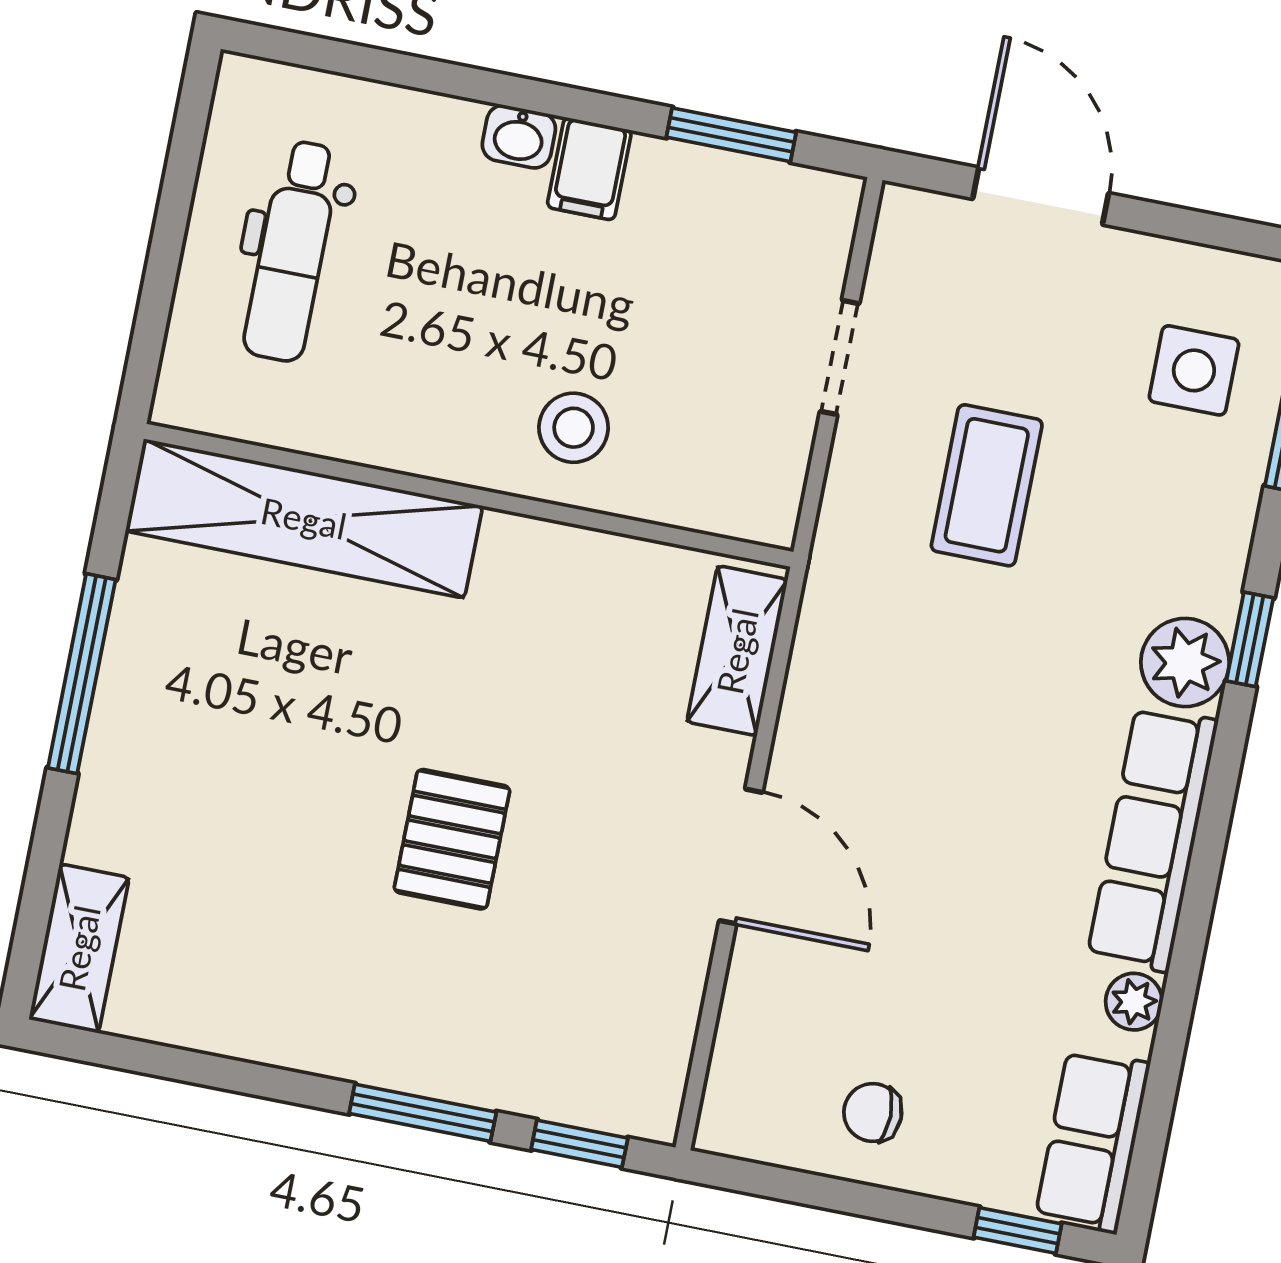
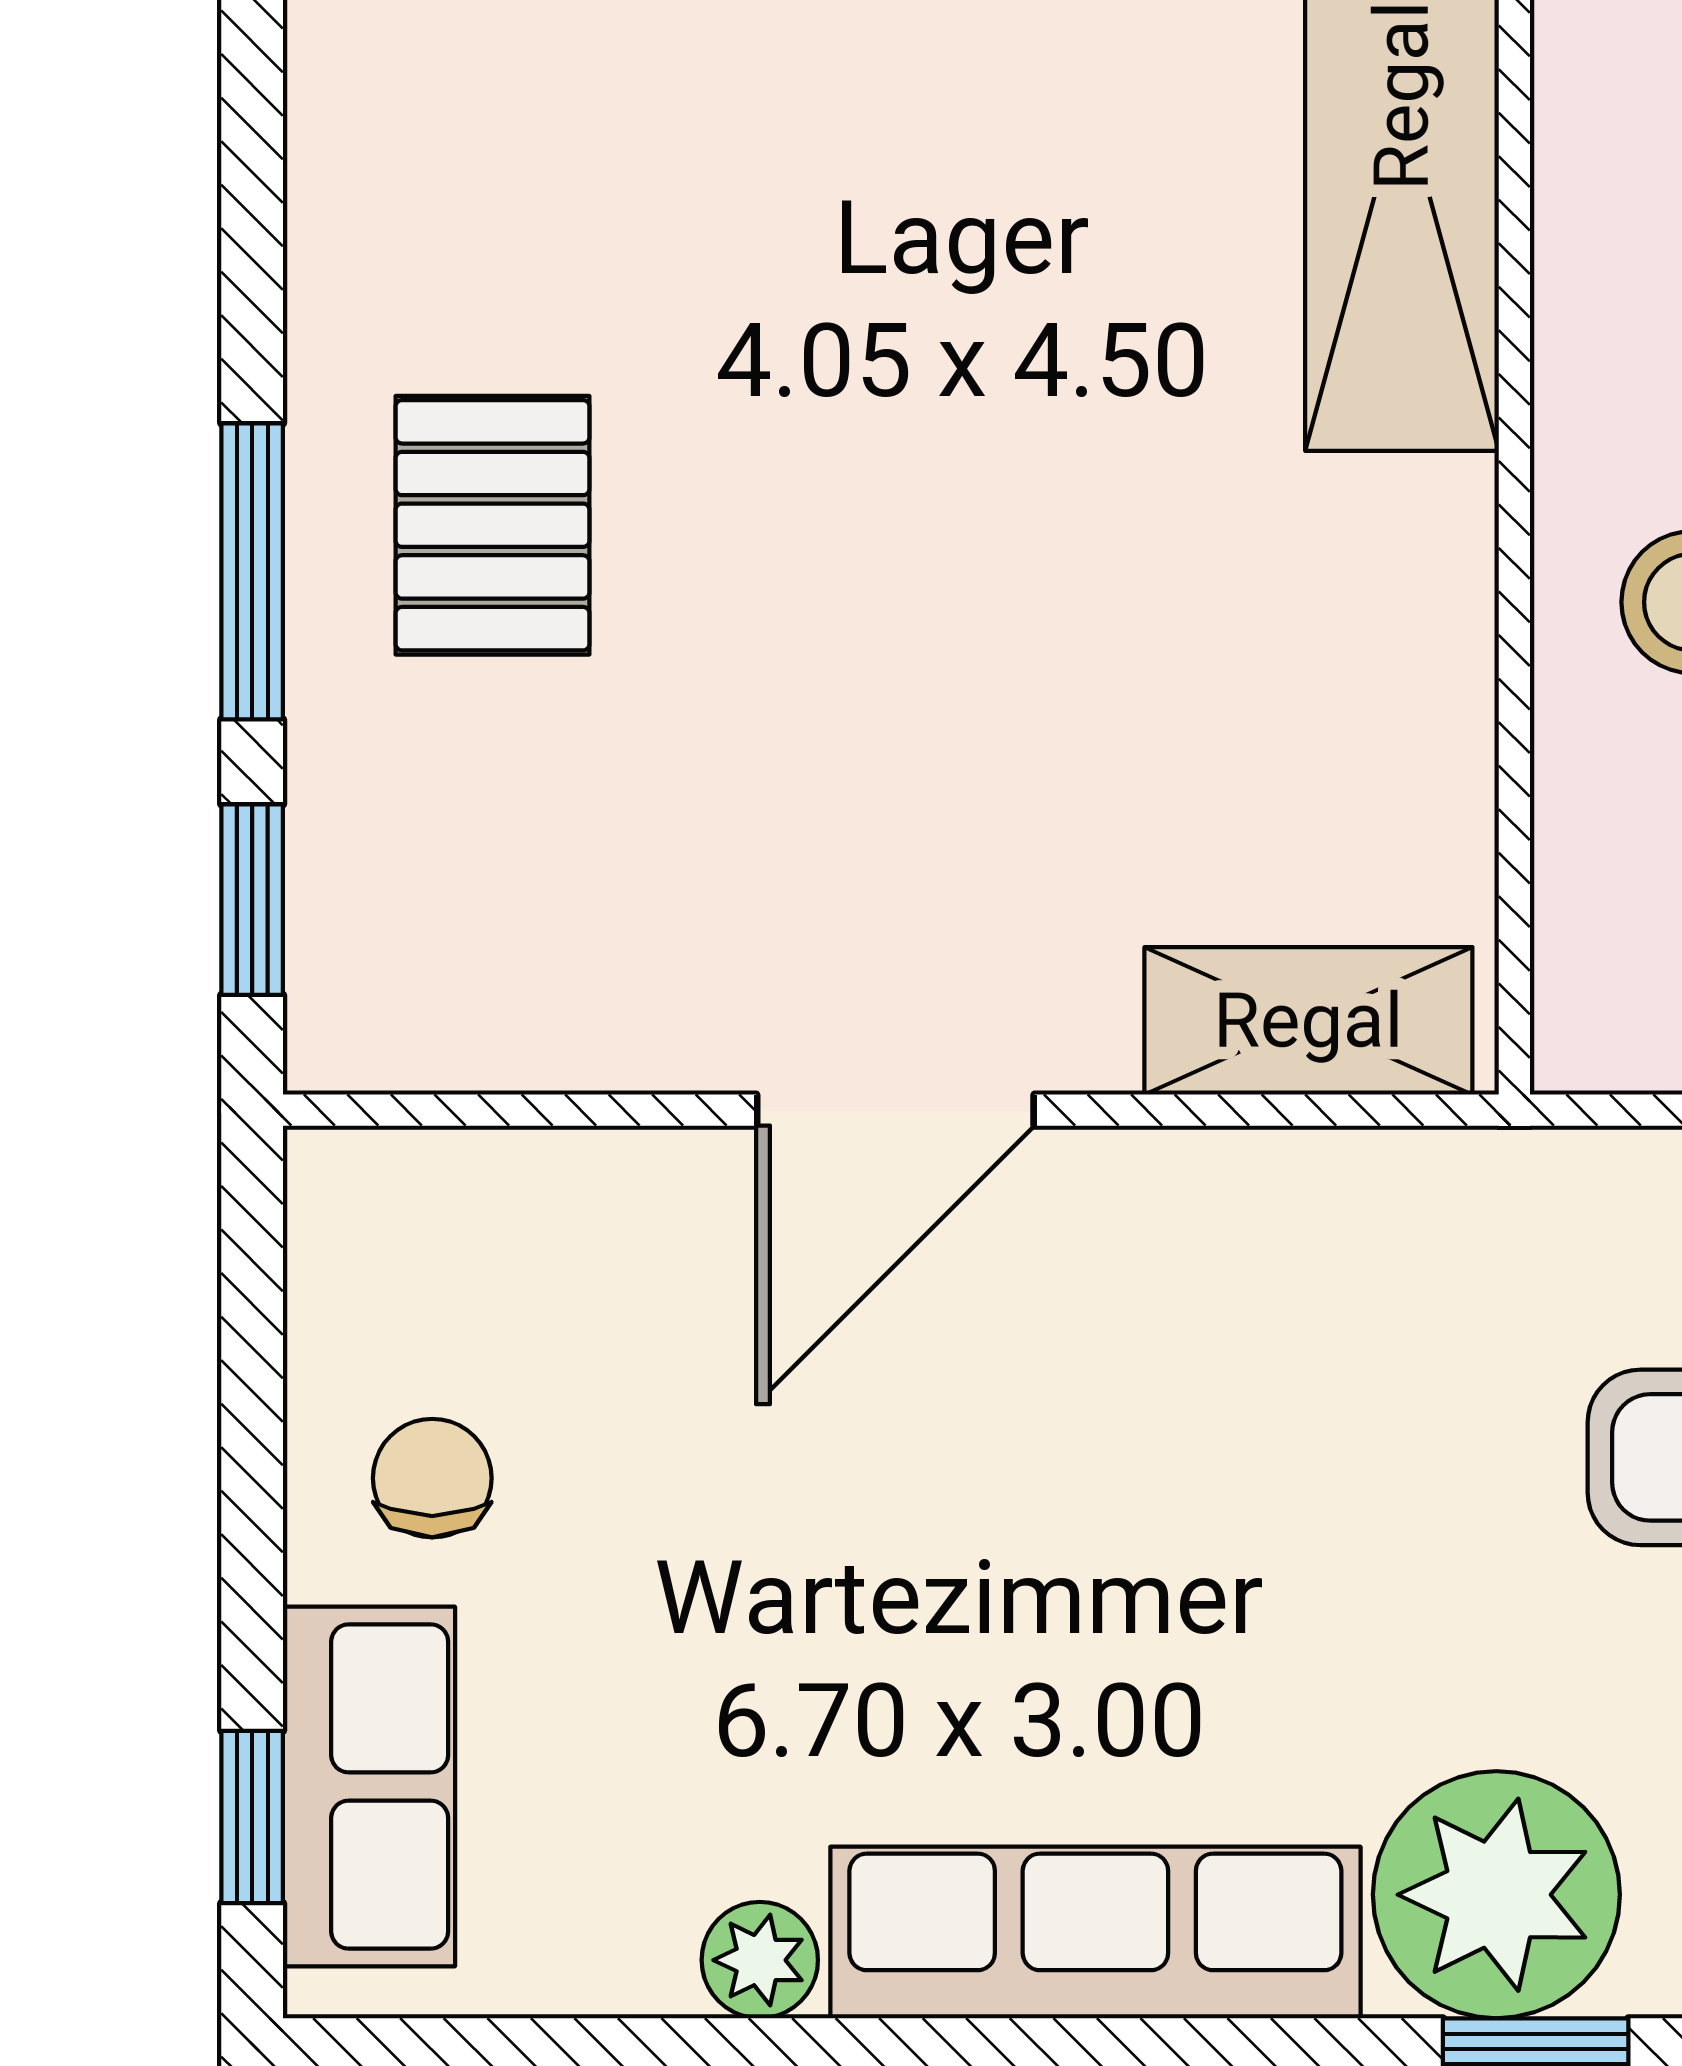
plant: (1185, 662) -> (1496, 1895), width x1.36, depth x1.36
pallet: (452, 839) -> (493, 525), moved, turned 90
row of seats: (1093, 1141) -> (369, 1786), moved, turned 90

